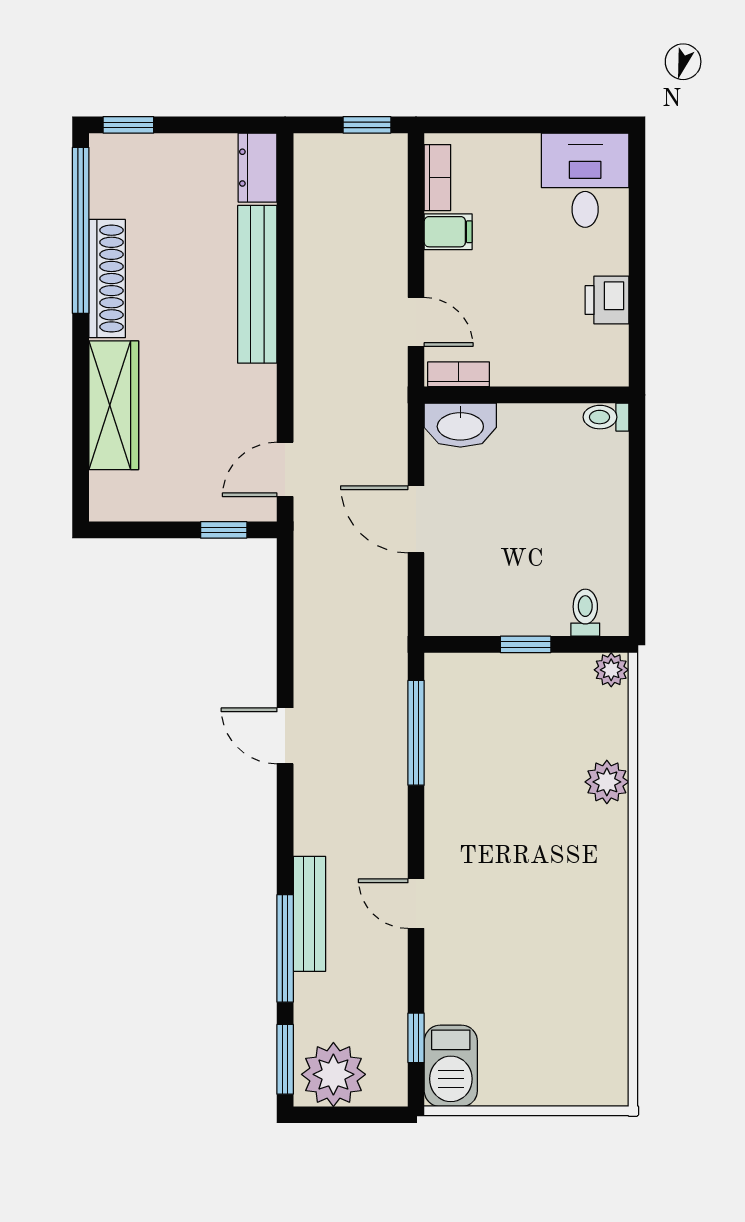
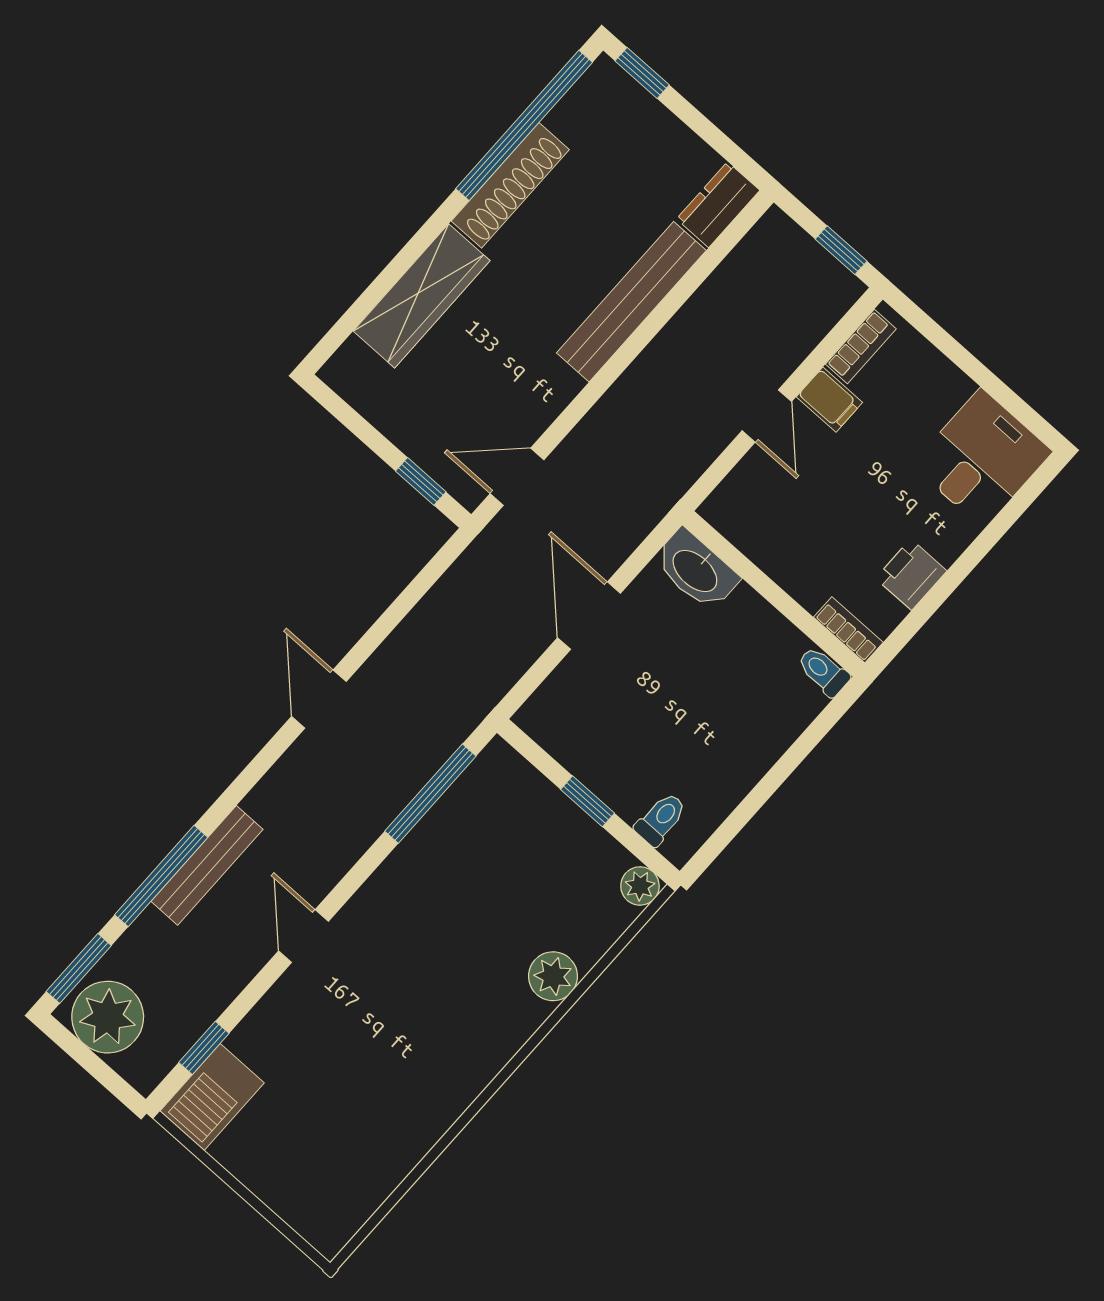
door: (416, 322) -> (767, 416), moved
bookcase: (459, 374) -> (848, 630), moved

